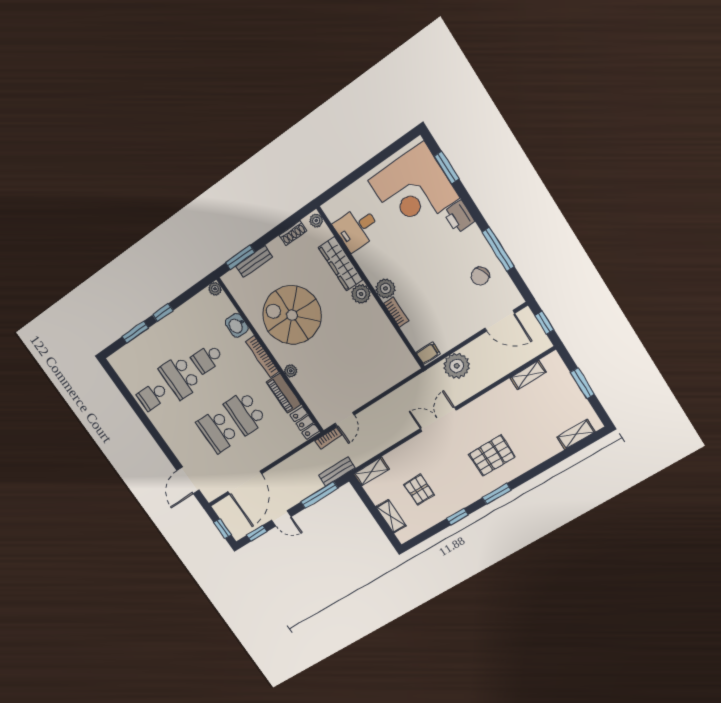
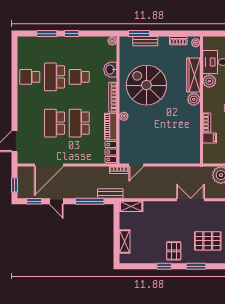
plant: (385, 288) -> (209, 81), moved
filing cabinet: (428, 353) -> (210, 138), moved
pallet: (419, 490) -> (174, 251), moved

